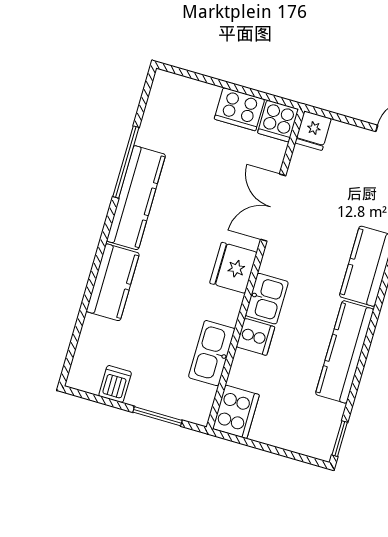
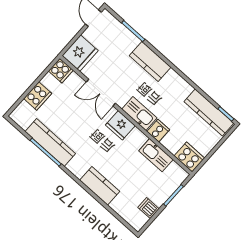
cooker: (239, 109) -> (38, 96), moved
fridge: (313, 131) -> (80, 53), width x1.88, depth x1.34
kitchen counter: (136, 198) -> (50, 143), moved
kitchen sink: (267, 299) -> (139, 114), width x1.38
kitchen counter: (345, 352) -> (209, 112), moved

